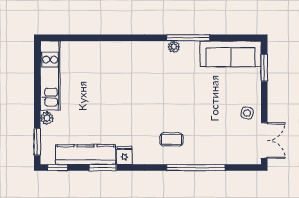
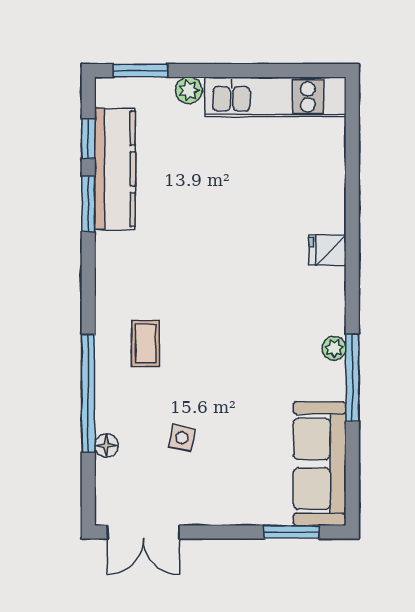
side table: (247, 113) -> (182, 438), moved
fridge: (124, 155) -> (328, 250), moved, turned 180
floor lamp: (222, 159) -> (106, 446), added
window: (58, 168) -> (88, 139), moved

